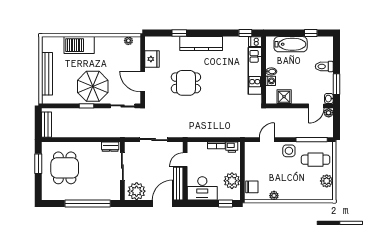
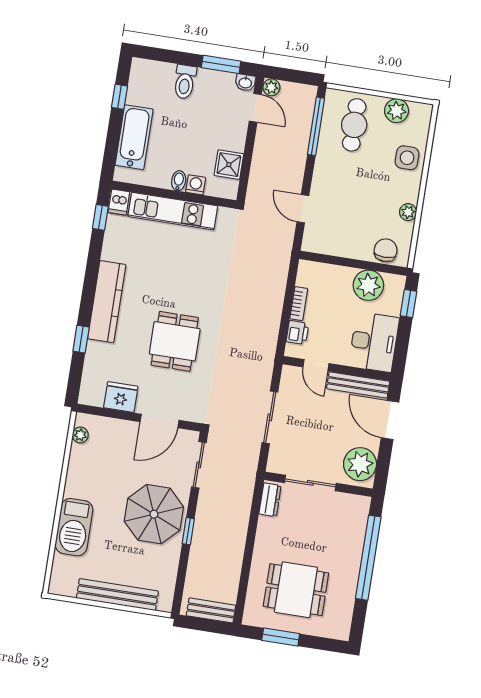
printer: (232, 147) -> (297, 333), moved
side table: (289, 151) -> (407, 158), moved

